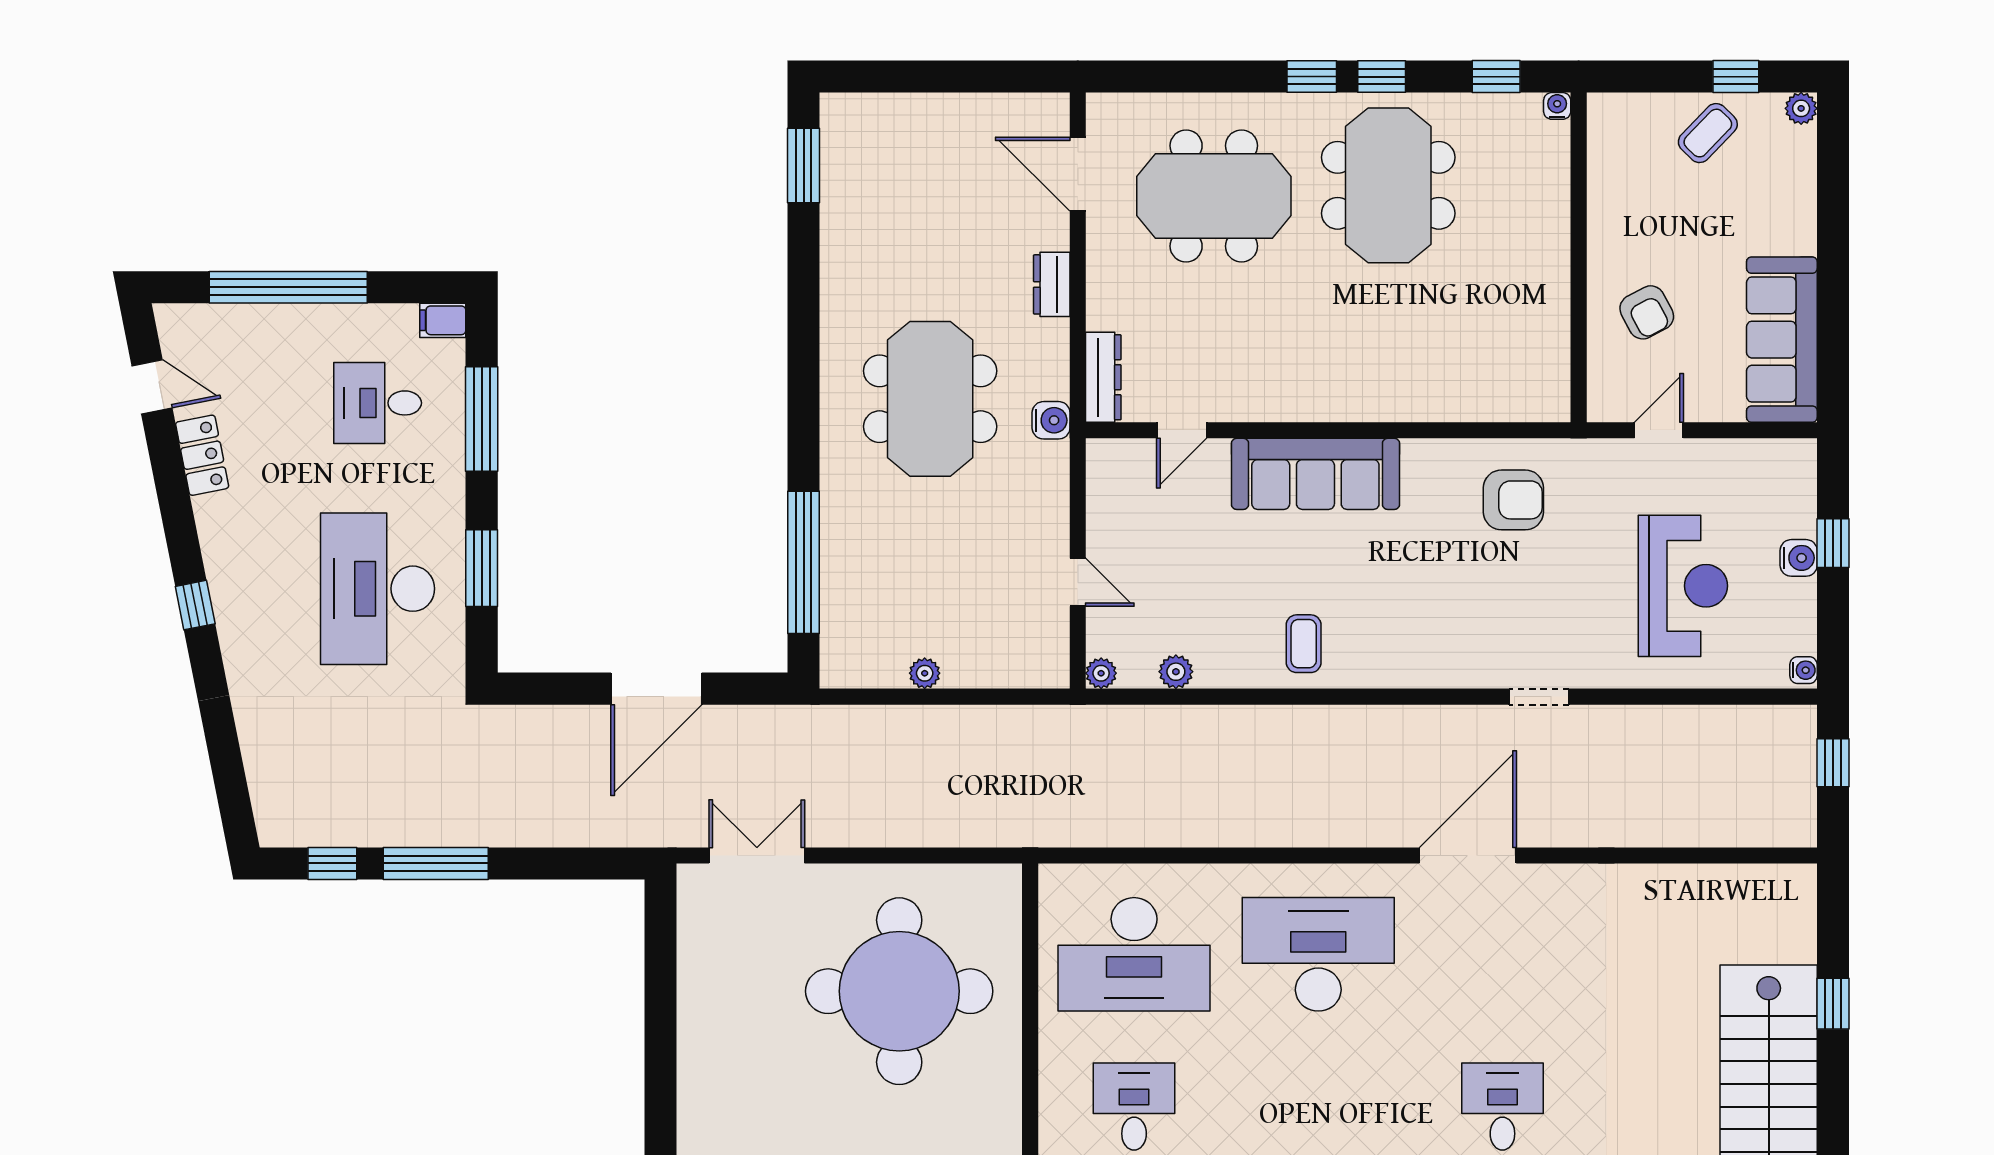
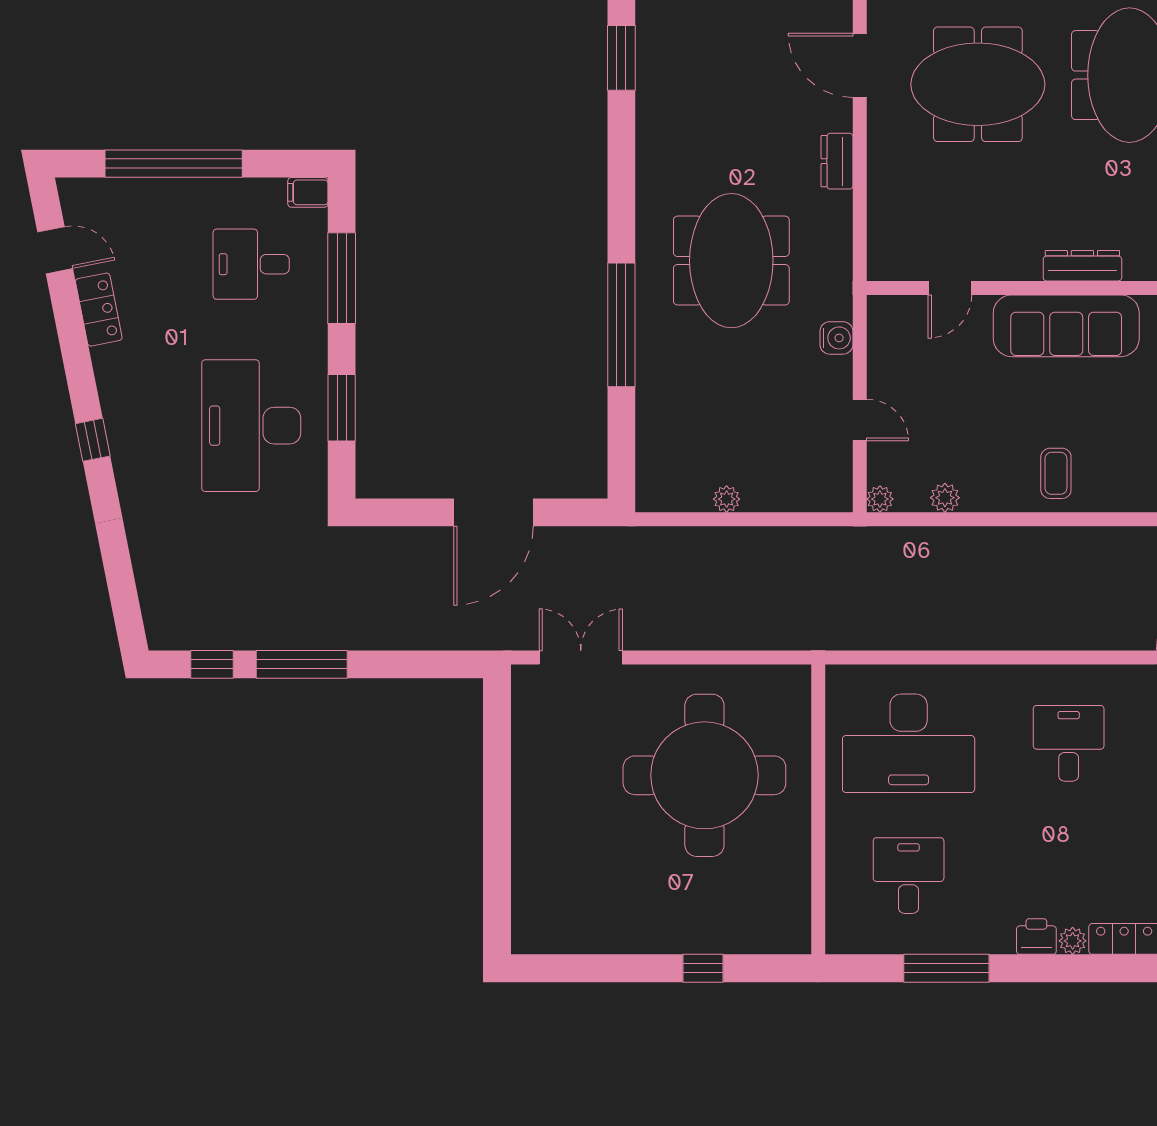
dresser: (1103, 377) -> (1082, 266), moved, turned -90
water cooler: (1051, 420) -> (836, 338), moved
window: (804, 562) -> (621, 325), moved
desk: (1318, 954) -> (1069, 743), width x0.53, depth x0.77

